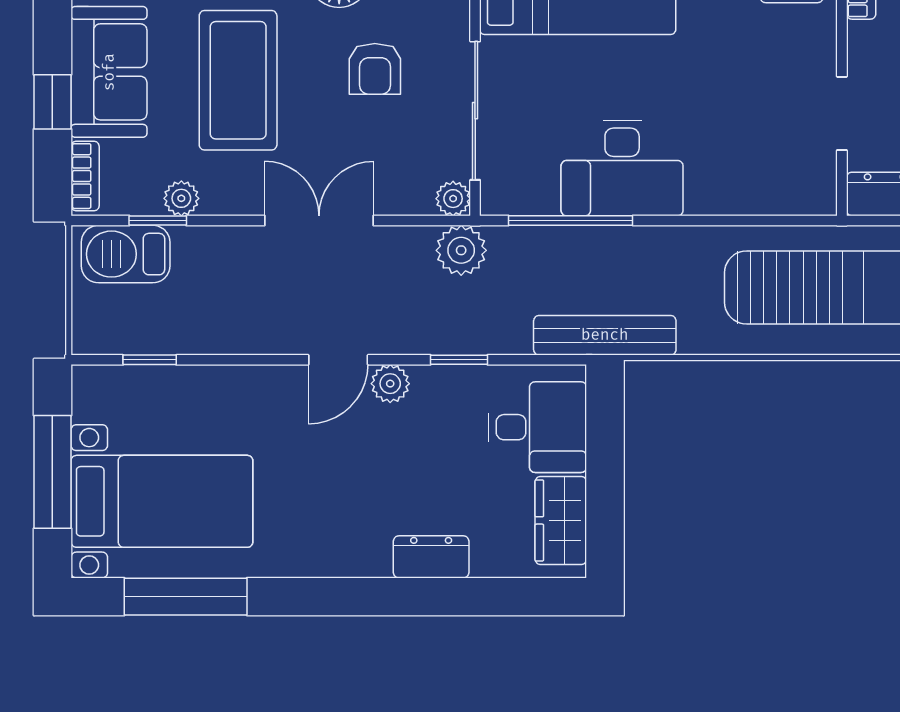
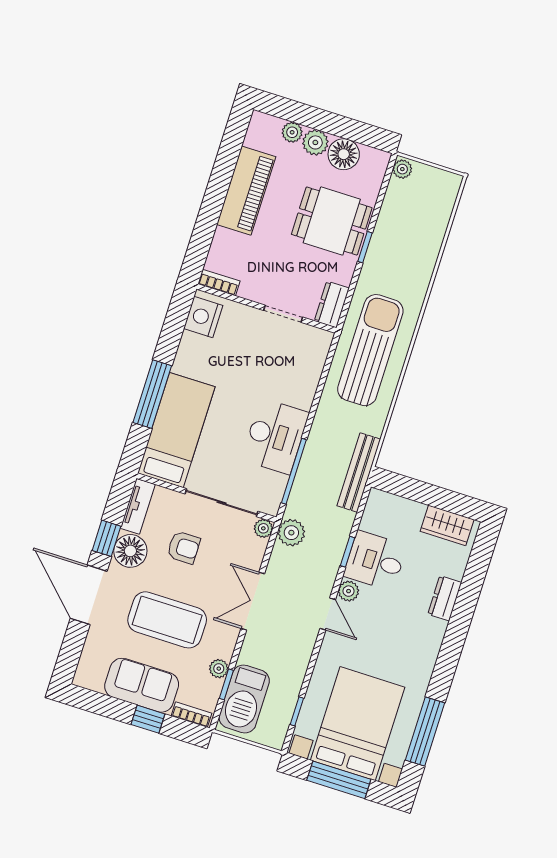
barbecue: (126, 254) -> (244, 699), width x1.37, depth x1.21
desk: (538, 427) -> (375, 561), moved, turned -90
bed with nightstands: (162, 501) -> (358, 724), width x1.36

